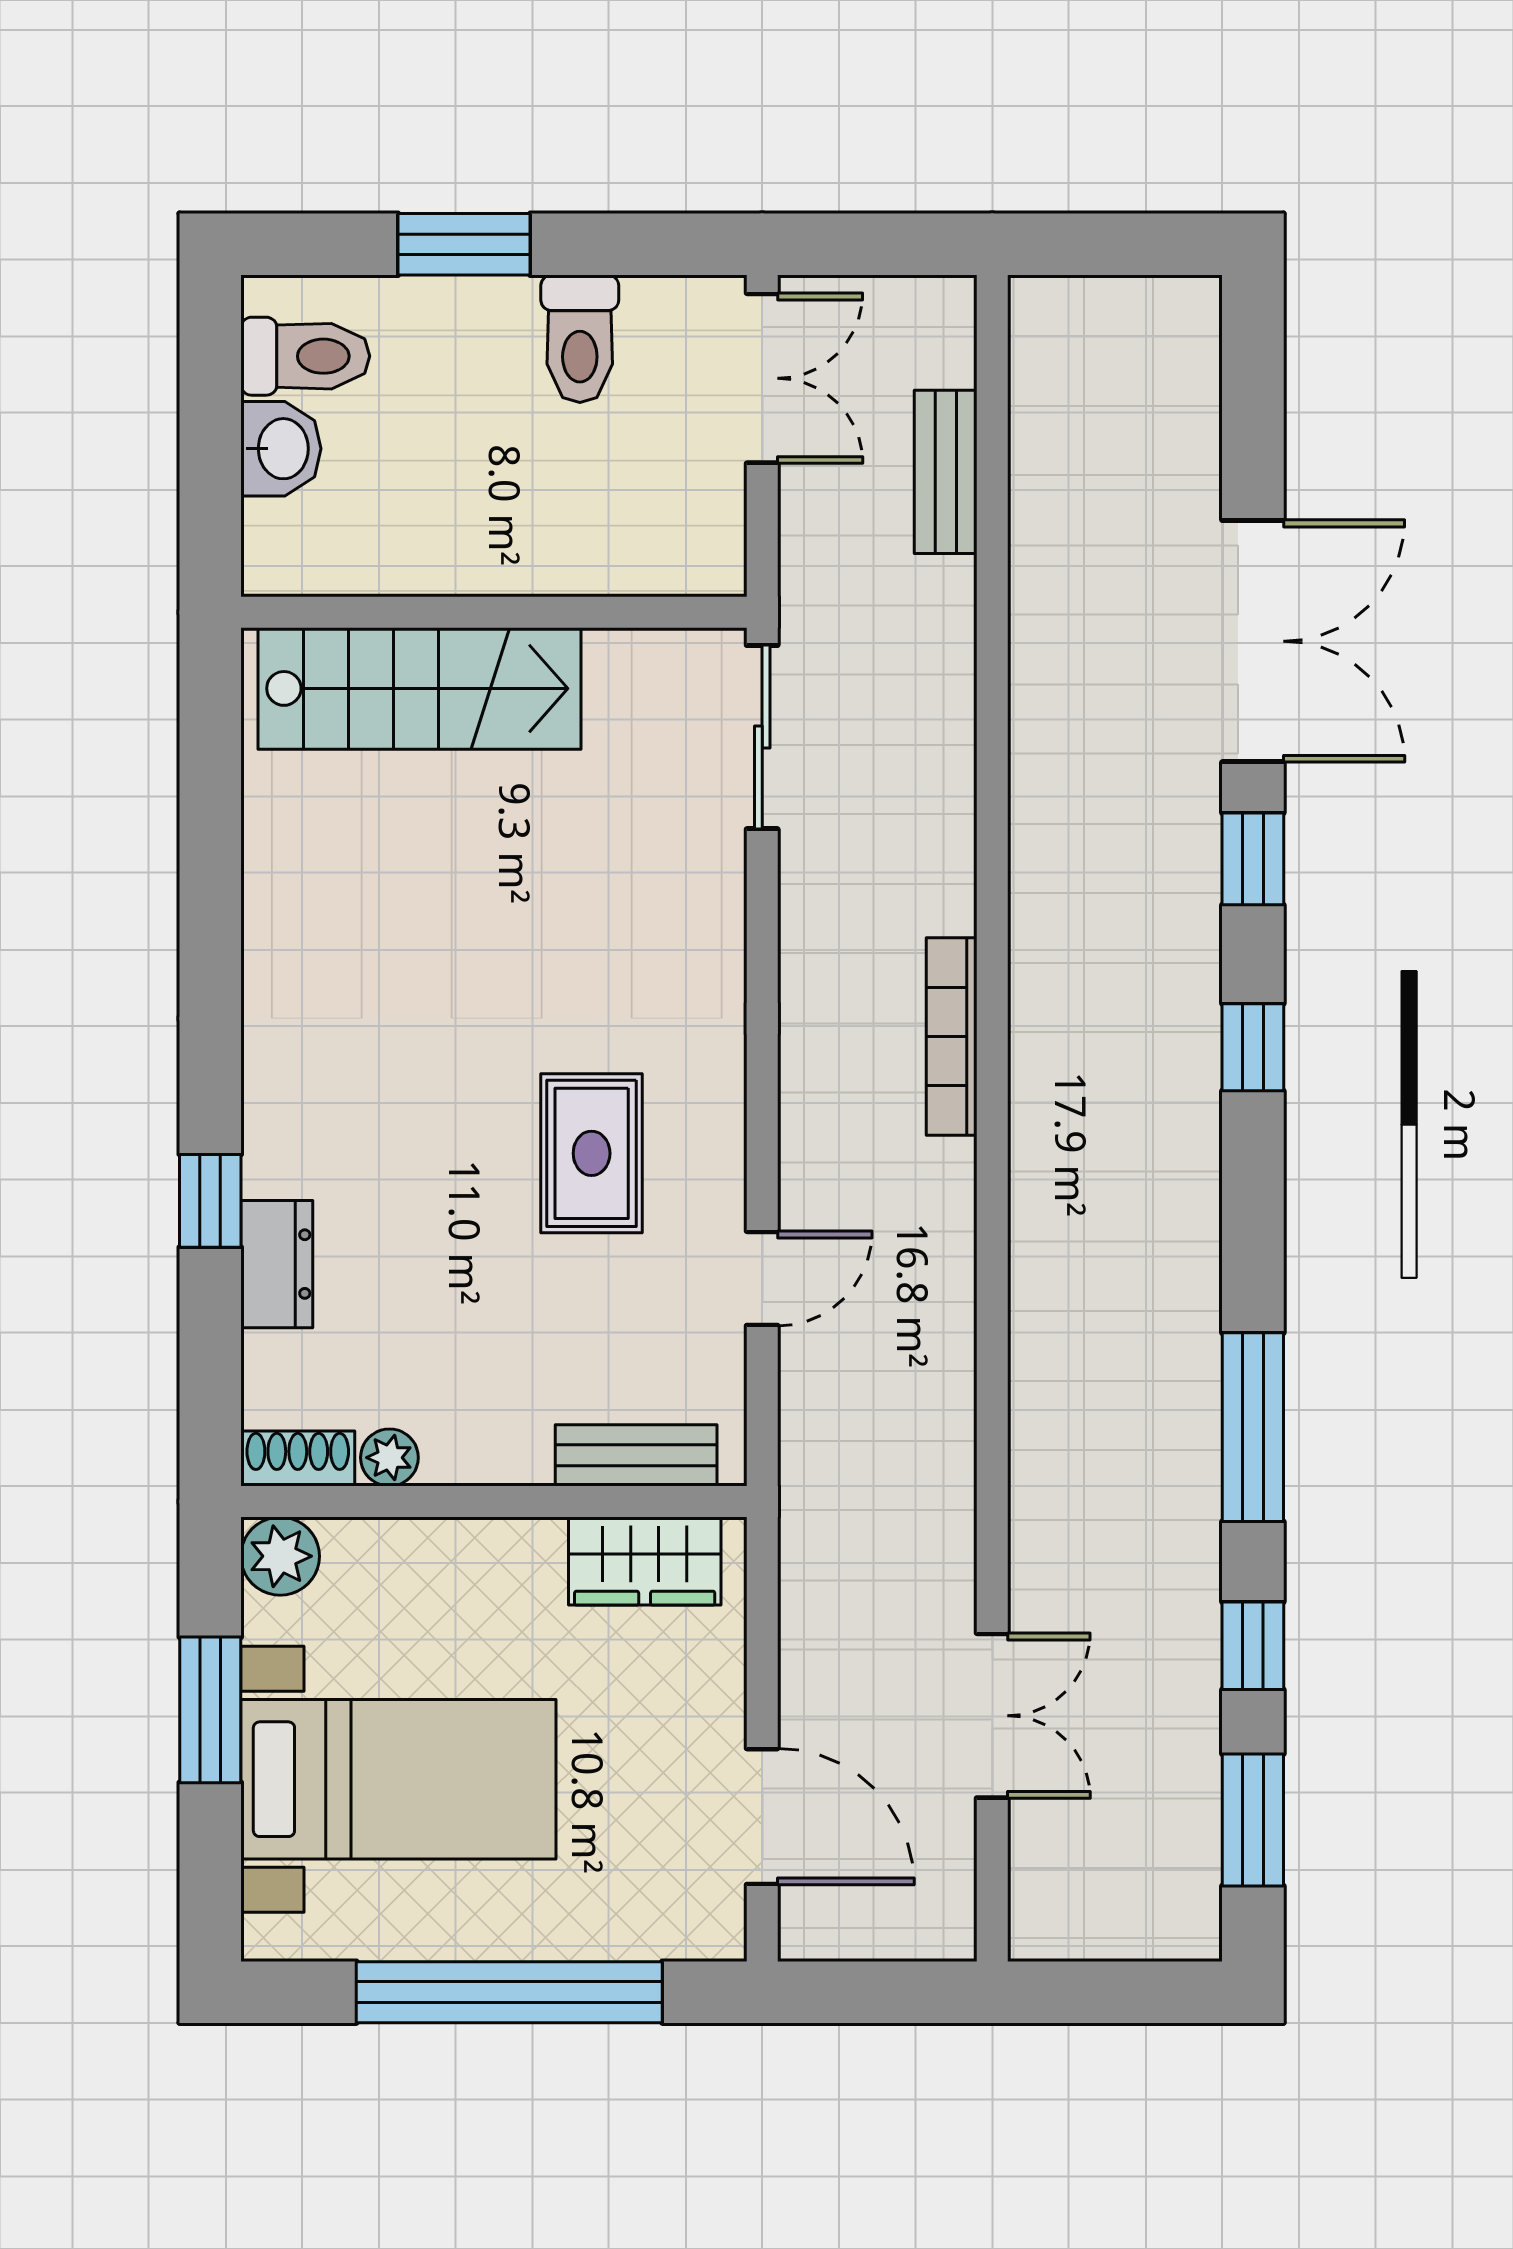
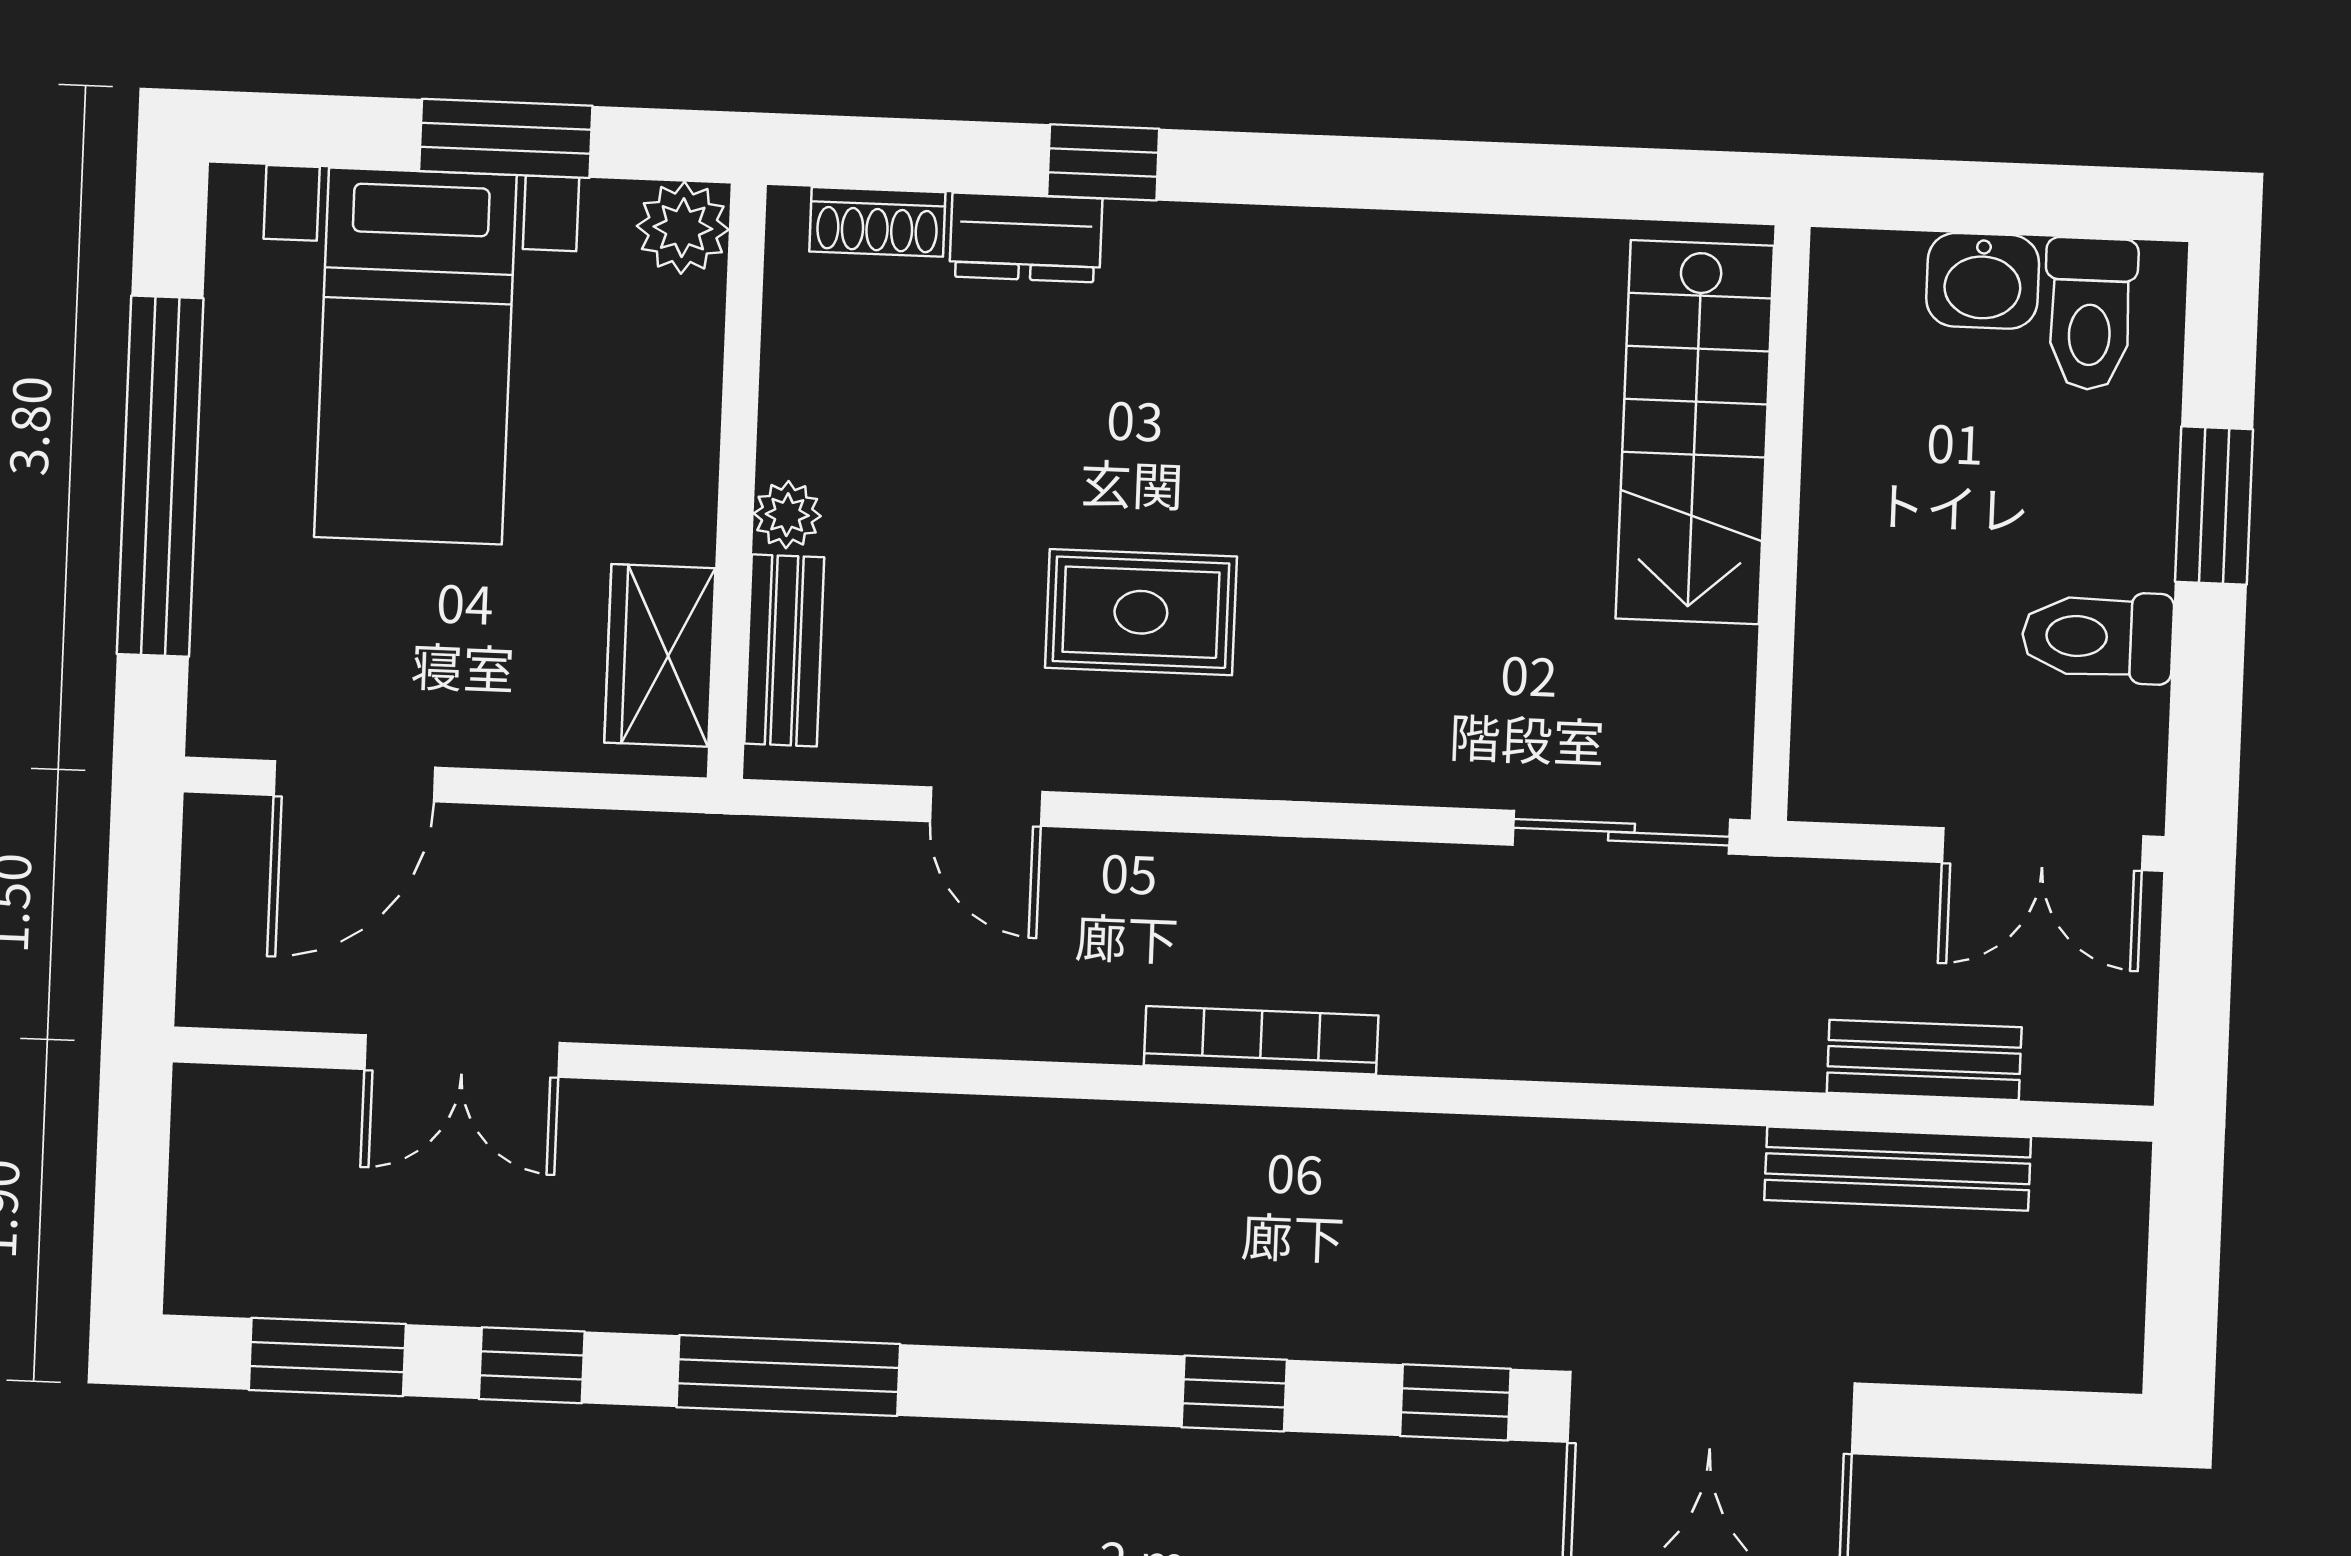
bench: (1039, 491) -> (1898, 1169), added
plant: (389, 1458) -> (787, 515), moved
shoe rack: (298, 1459) -> (877, 222), moved, turned 90

